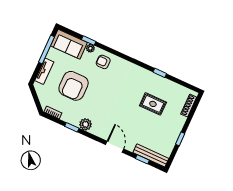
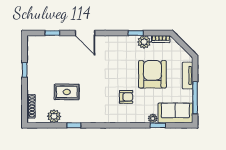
armchair: (103, 62) -> (126, 97), moved
plant: (173, 88) -> (54, 116), added
plant: (86, 124) -> (144, 42), moved
bench: (151, 155) -> (46, 41), removed

